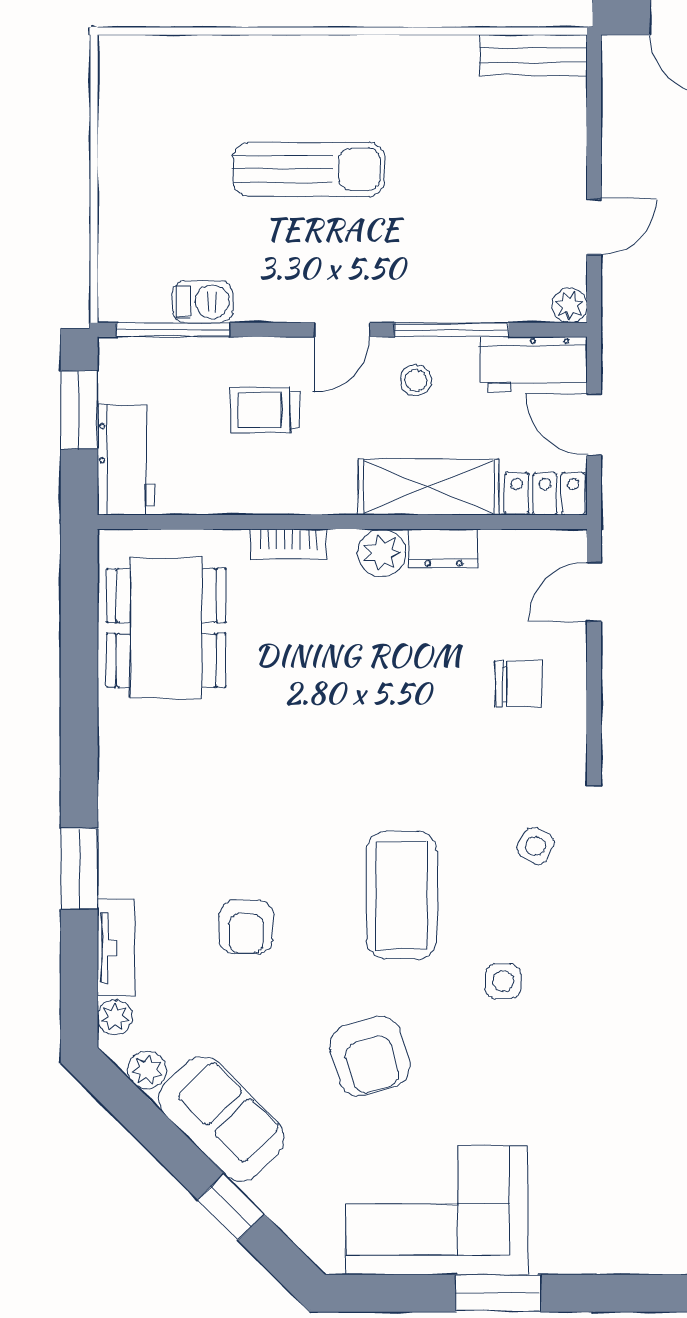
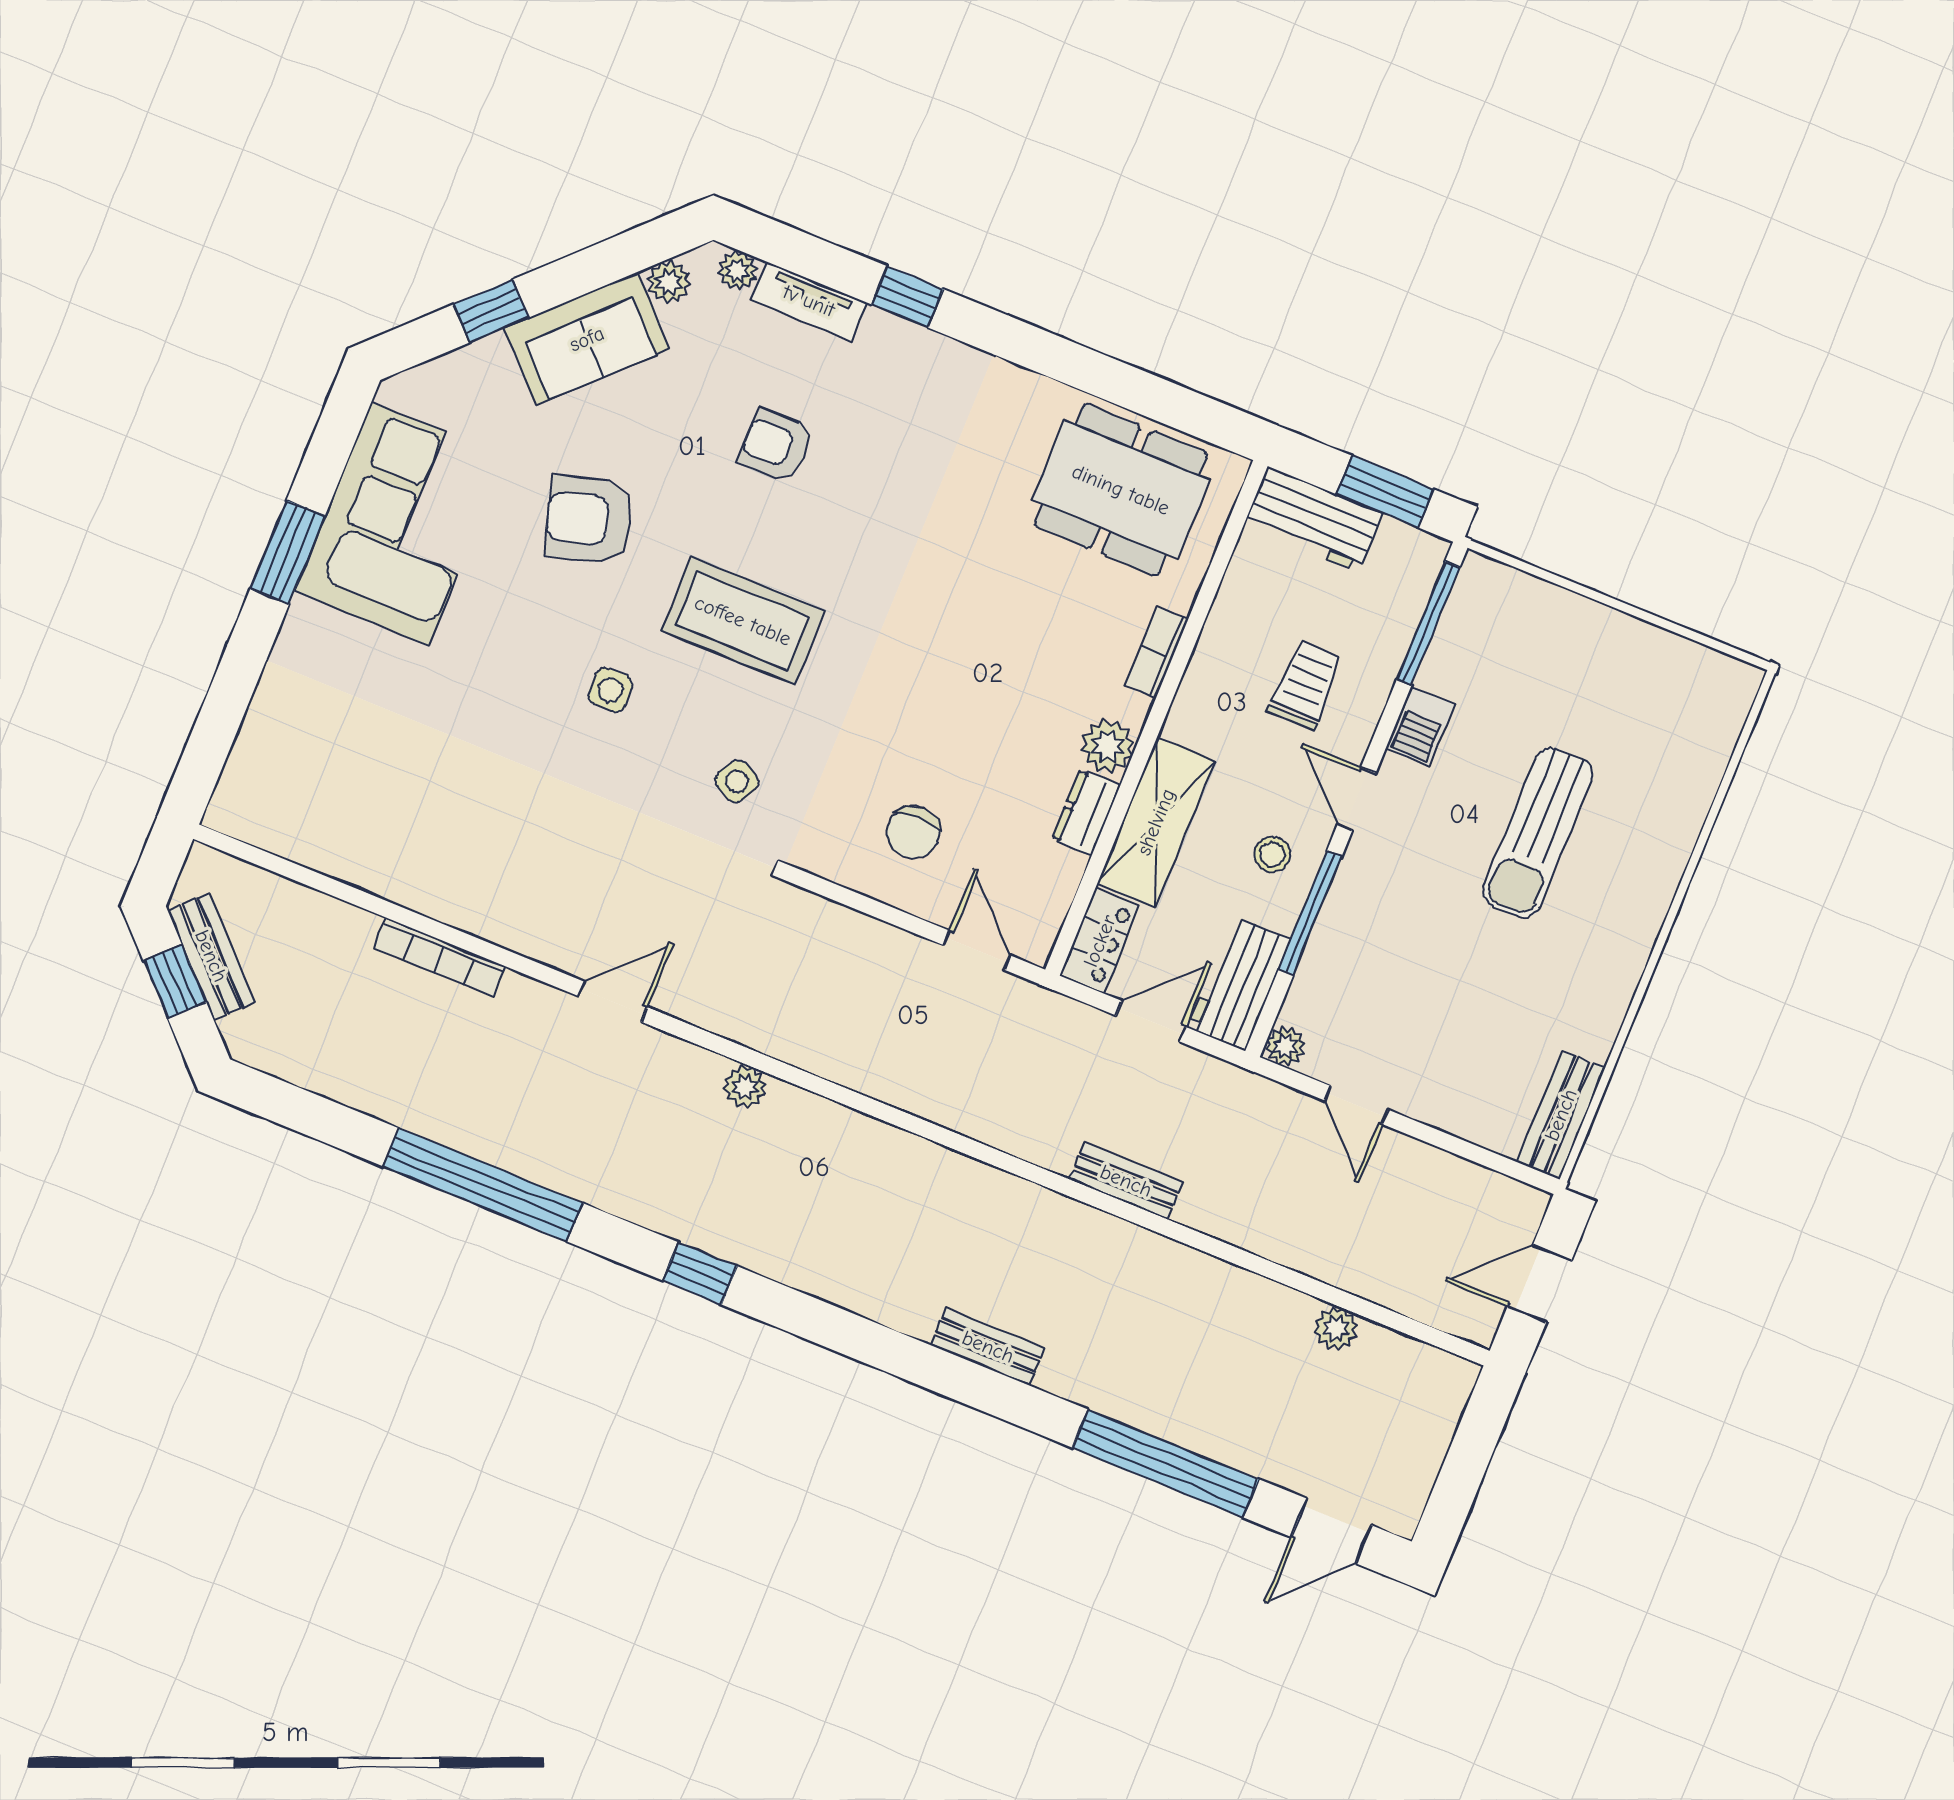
barbecue: (203, 302) -> (1420, 726), moved
window: (79, 869) -> (907, 297), width x0.67

